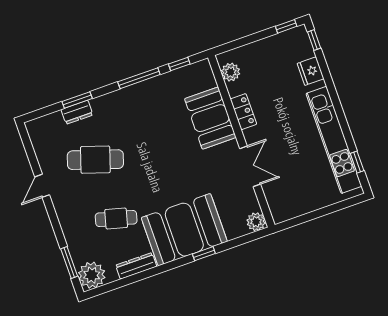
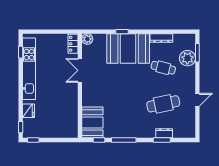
plant: (231, 72) -> (72, 126), removed
locker: (243, 112) -> (73, 44), moved
booth: (210, 118) -> (92, 122), moved
cafe table: (95, 160) -> (163, 104), turned -30
plant: (92, 275) -> (187, 58), moved

